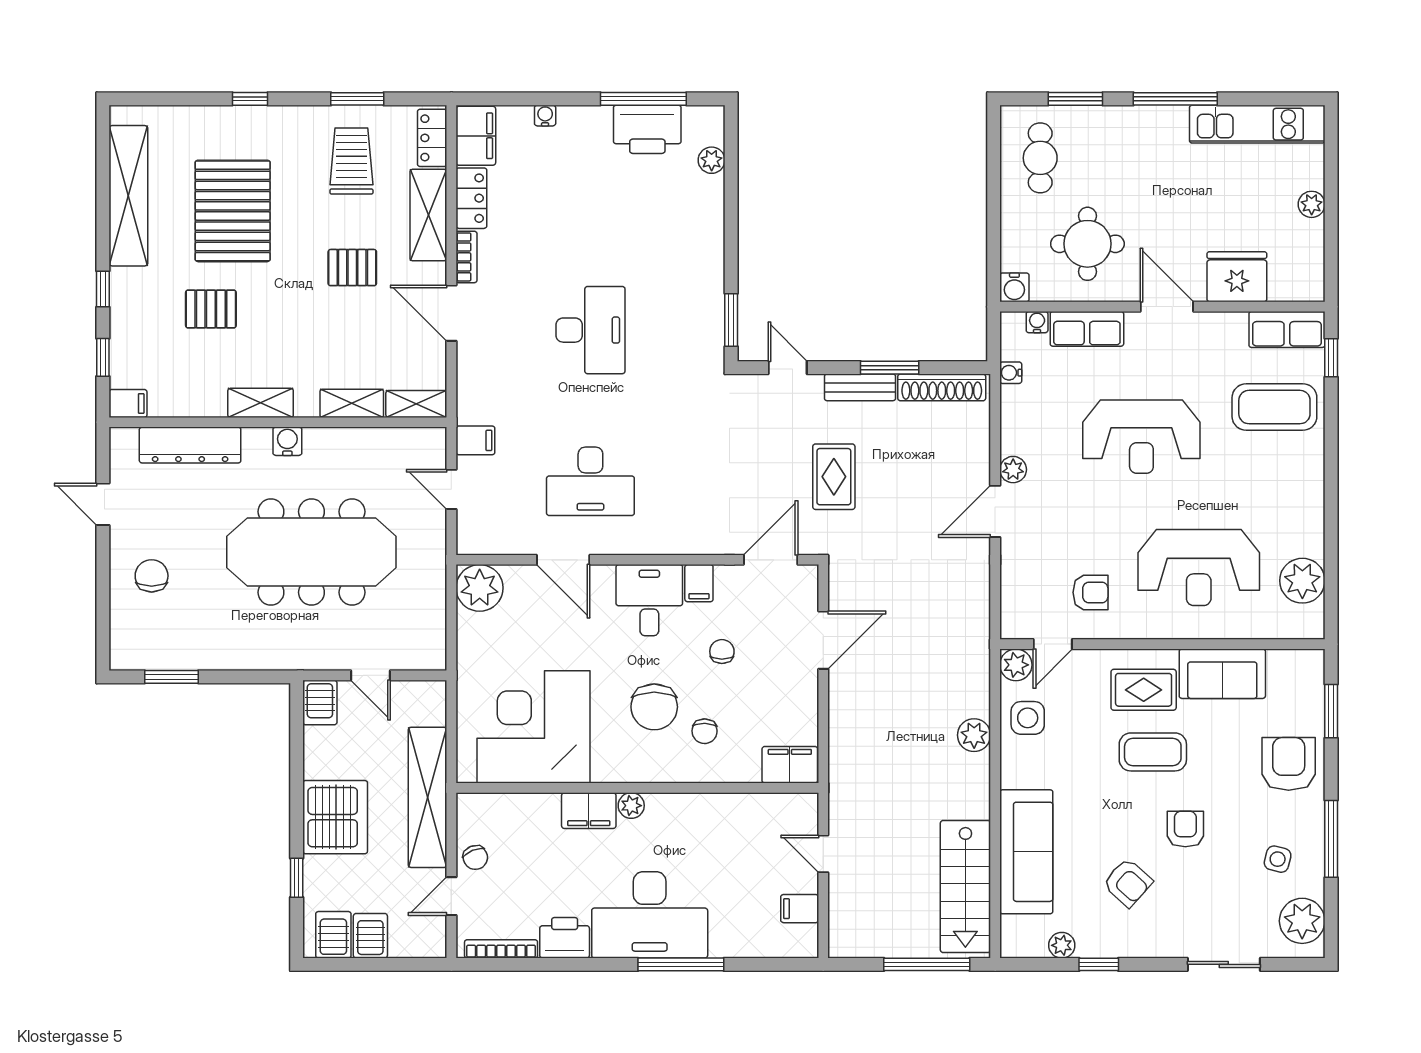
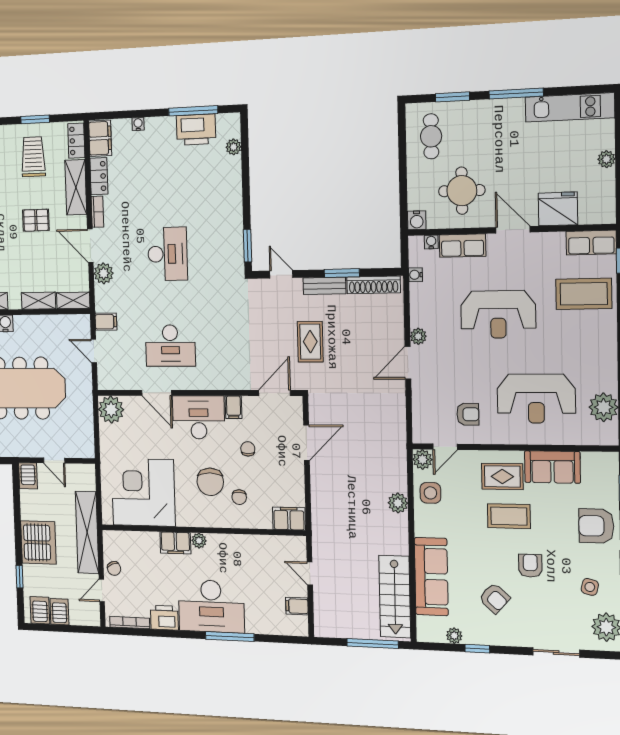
plant: (474, 360) -> (104, 273), added
desk: (649, 600) -> (199, 417), width x1.37
armchair: (1289, 764) -> (596, 526), turned -90

